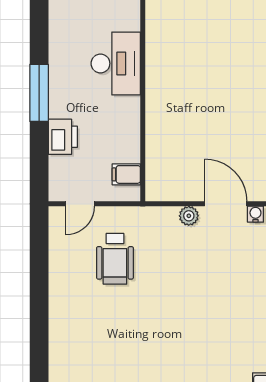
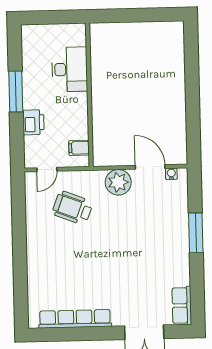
plant: (189, 216) -> (118, 182), width x1.87, depth x1.87
wheelchair: (115, 259) -> (72, 208), turned 111

